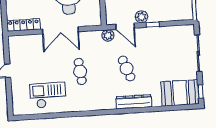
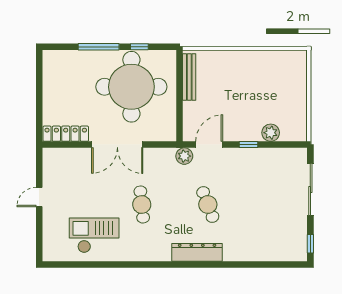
plant: (142, 17) -> (271, 133), moved
door: (125, 26) -> (209, 145), swing flipped
booth: (180, 93) -> (281, 244), removed
dresser: (134, 102) -> (197, 252), moved

